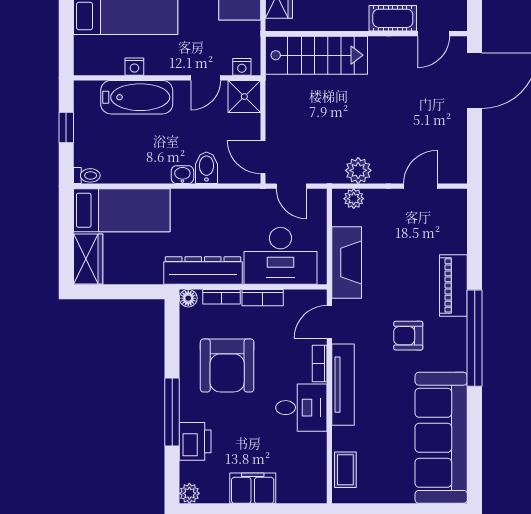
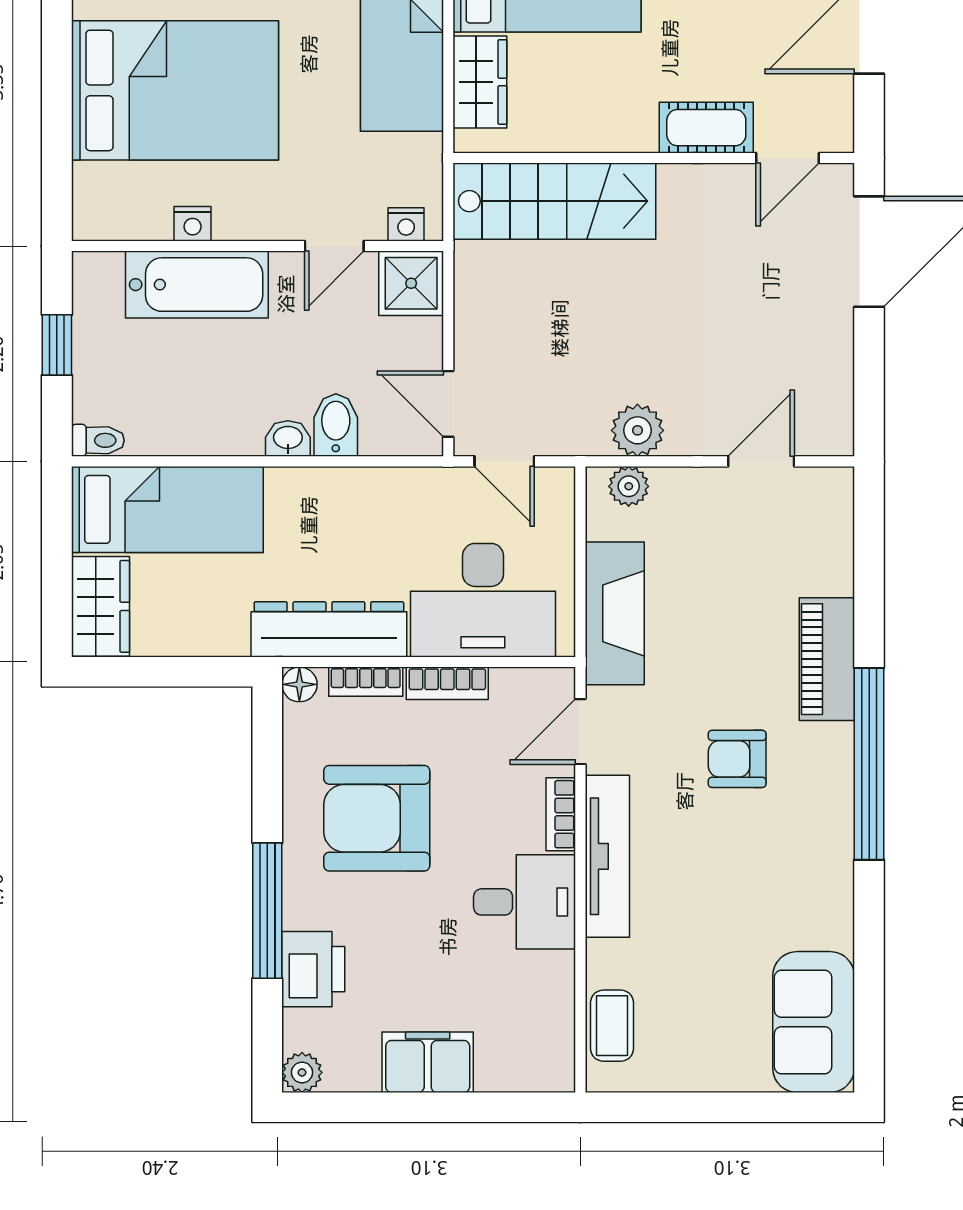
armchair: (227, 365) -> (377, 818), turned 90
sofa: (441, 438) -> (814, 1022), width x0.54, depth x0.79

